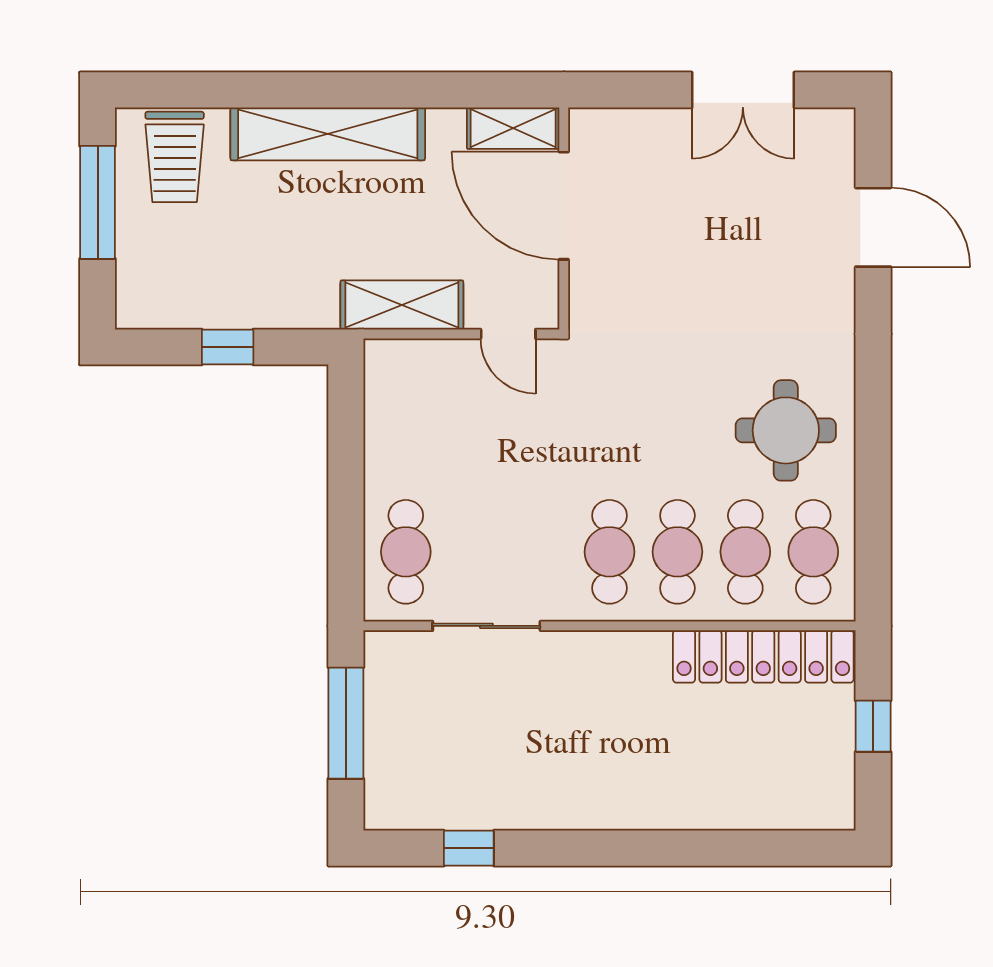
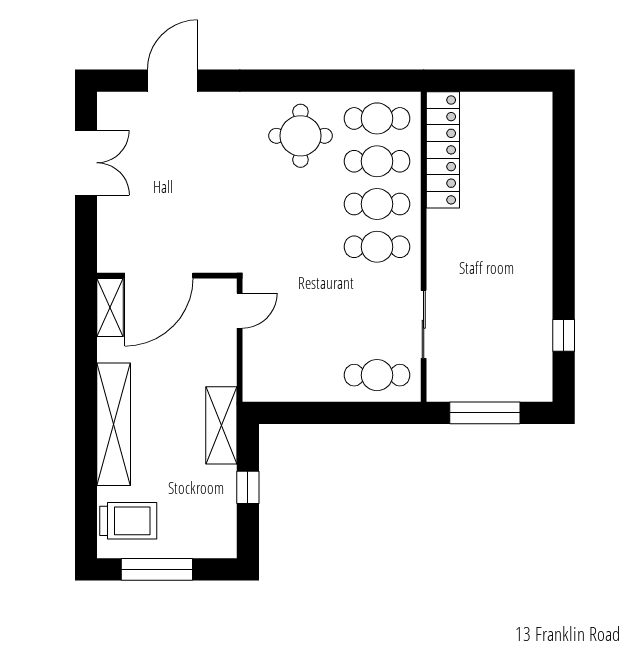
shelving: (402, 305) -> (221, 425), moved
window: (873, 726) -> (487, 81), removed

